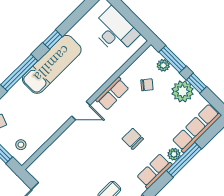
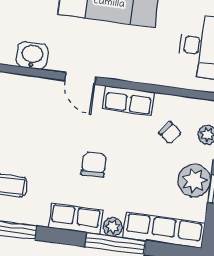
washbasin: (49, 127) -> (32, 56), added

